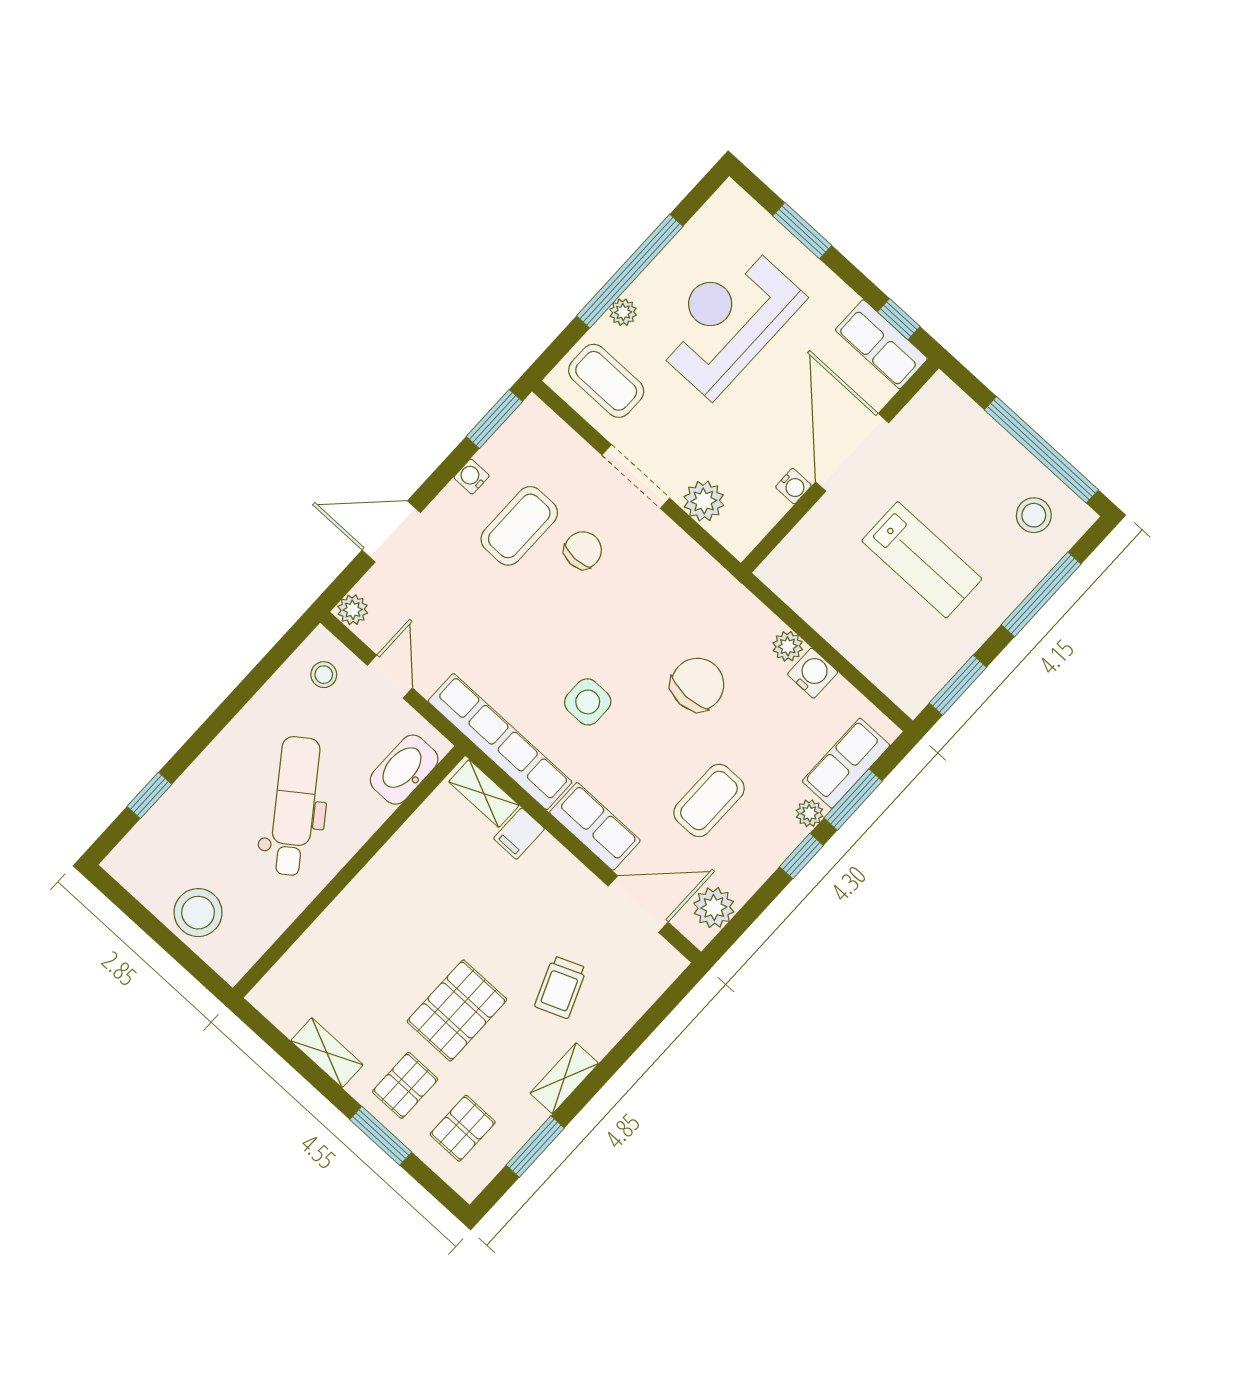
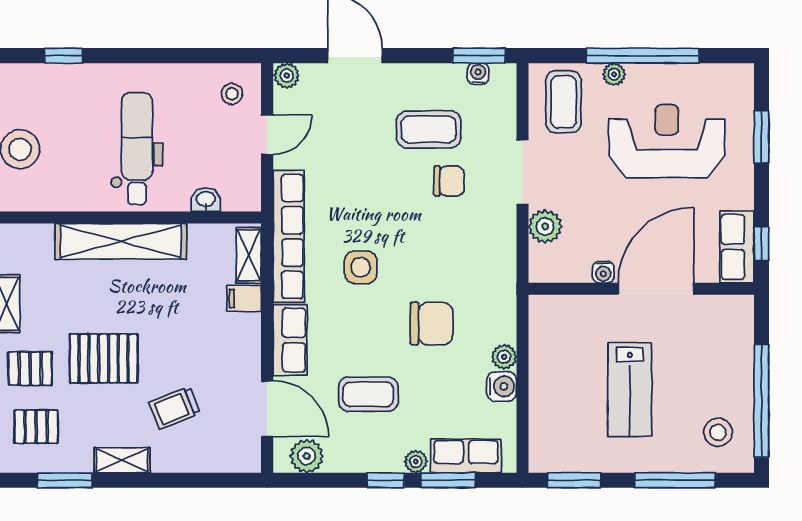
water cooler: (471, 477) -> (478, 74), moved
washbasin: (404, 770) -> (206, 200), width x0.52, depth x0.69
dental chair: (294, 806) -> (137, 149), turned -54
shelving: (365, 898) -> (121, 241), added

